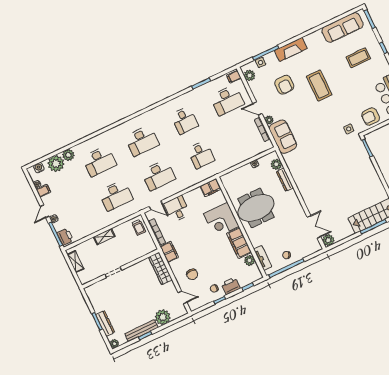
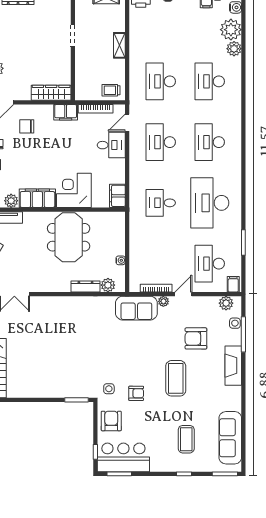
coffee table: (319, 86) -> (176, 378), turned 90
armchair: (343, 108) -> (136, 393), added
desk: (185, 120) -> (210, 203), width x1.87, depth x1.30

